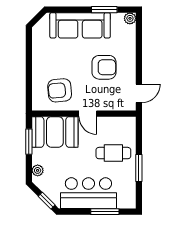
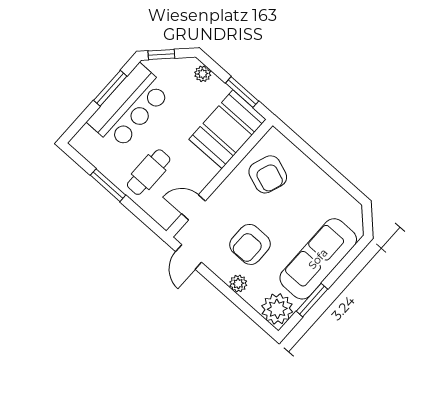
plant: (130, 18) -> (277, 309), width x1.87, depth x1.87
plant: (130, 55) -> (238, 284), added
armchair: (60, 90) -> (268, 174), turned 115
door: (88, 114) -> (193, 207), moved
window: (105, 212) -> (110, 88), moved

